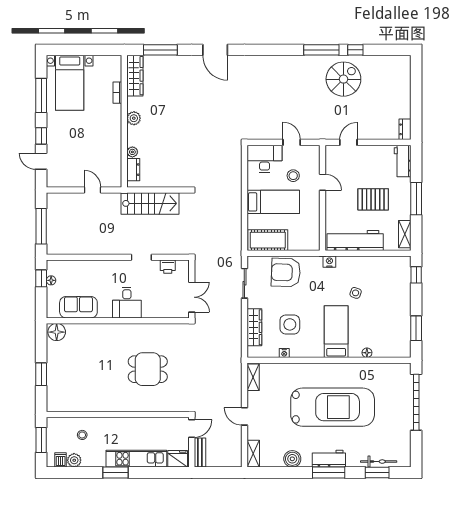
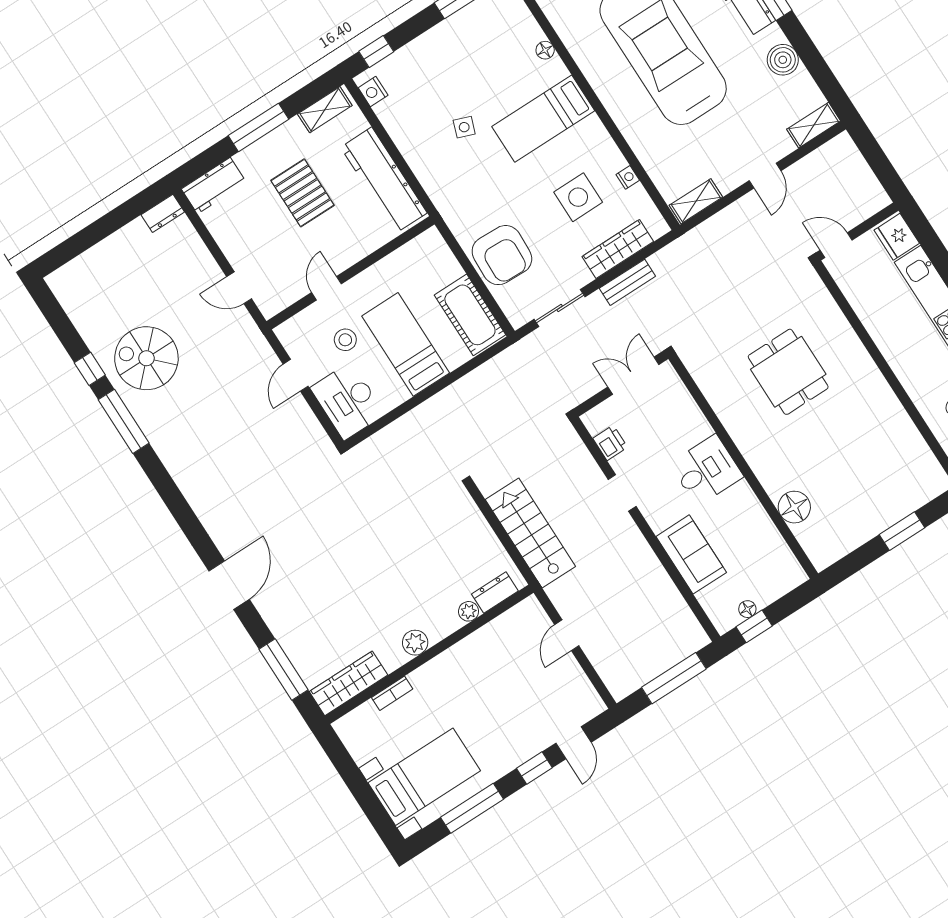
nightstand: (329, 262) -> (373, 92), moved
sofa: (78, 307) -> (691, 554), moved, turned 180
floor lamp: (57, 332) -> (794, 507), moved
bench: (200, 453) -> (627, 282), moved

